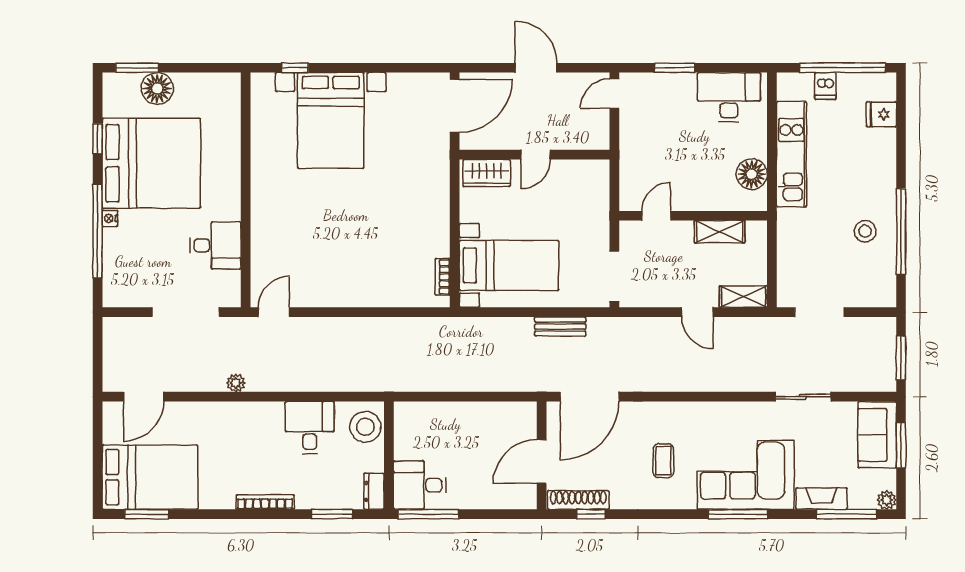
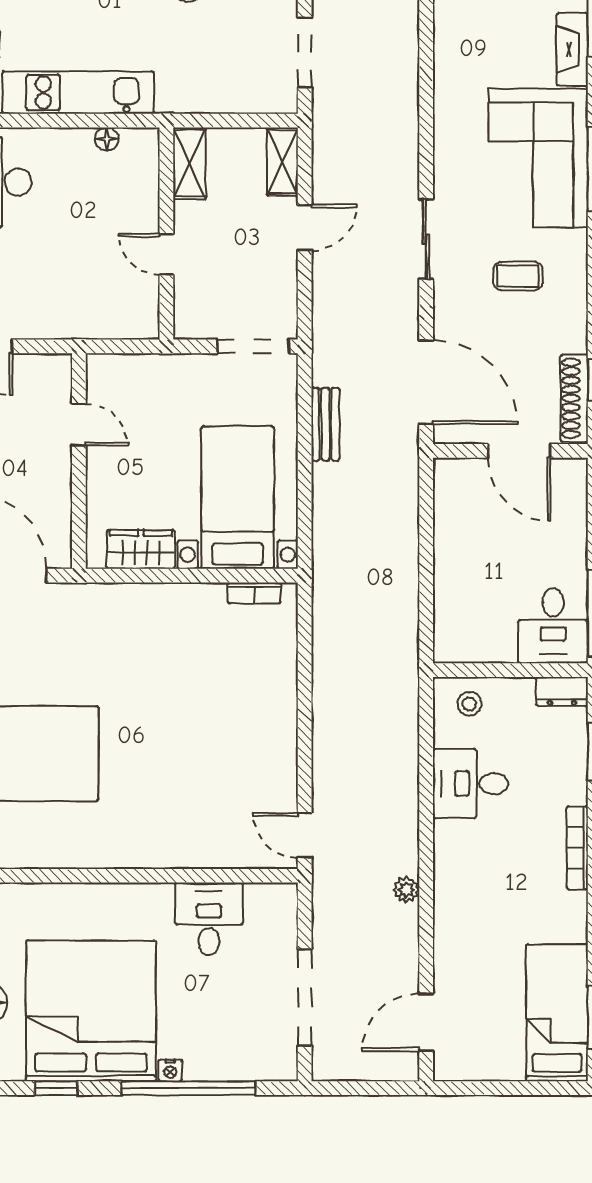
door: (536, 155) -> (79, 425), moved
wardrobe: (487, 173) -> (141, 549), moved, turned -90
floor lamp: (752, 174) -> (107, 139), width x0.53, depth x0.53
door: (656, 216) -> (166, 254), moved
shelving: (720, 232) -> (189, 163), moved
doorway: (186, 312) -> (305, 997), moved
door: (143, 397) -> (426, 1022), swing flipped
sliding door: (803, 397) -> (426, 239), moved
stool: (365, 427) -> (469, 704), width x0.53, depth x0.53
bed: (150, 477) -> (557, 1013), width x0.67

